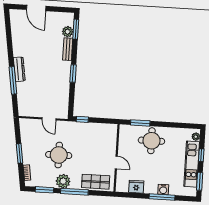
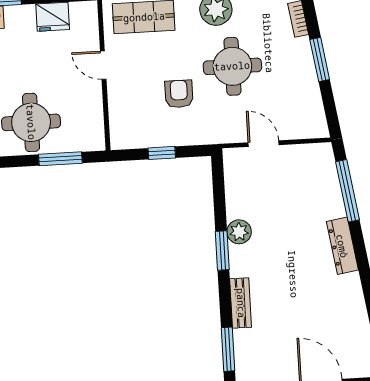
plant: (68, 32) -> (239, 232), moved
window: (13, 80) -> (347, 191), moved
window: (82, 119) -> (162, 153), moved
armchair: (84, 146) -> (179, 94), added

